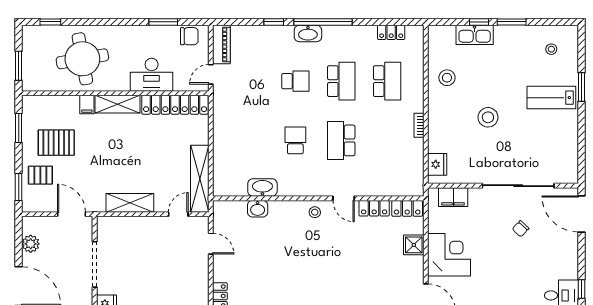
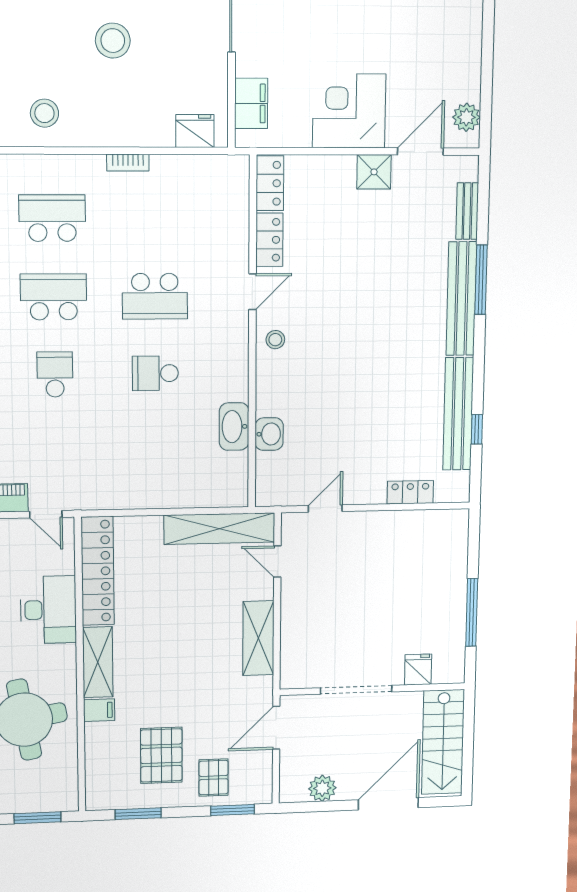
shower: (414, 245) -> (374, 172), moved

